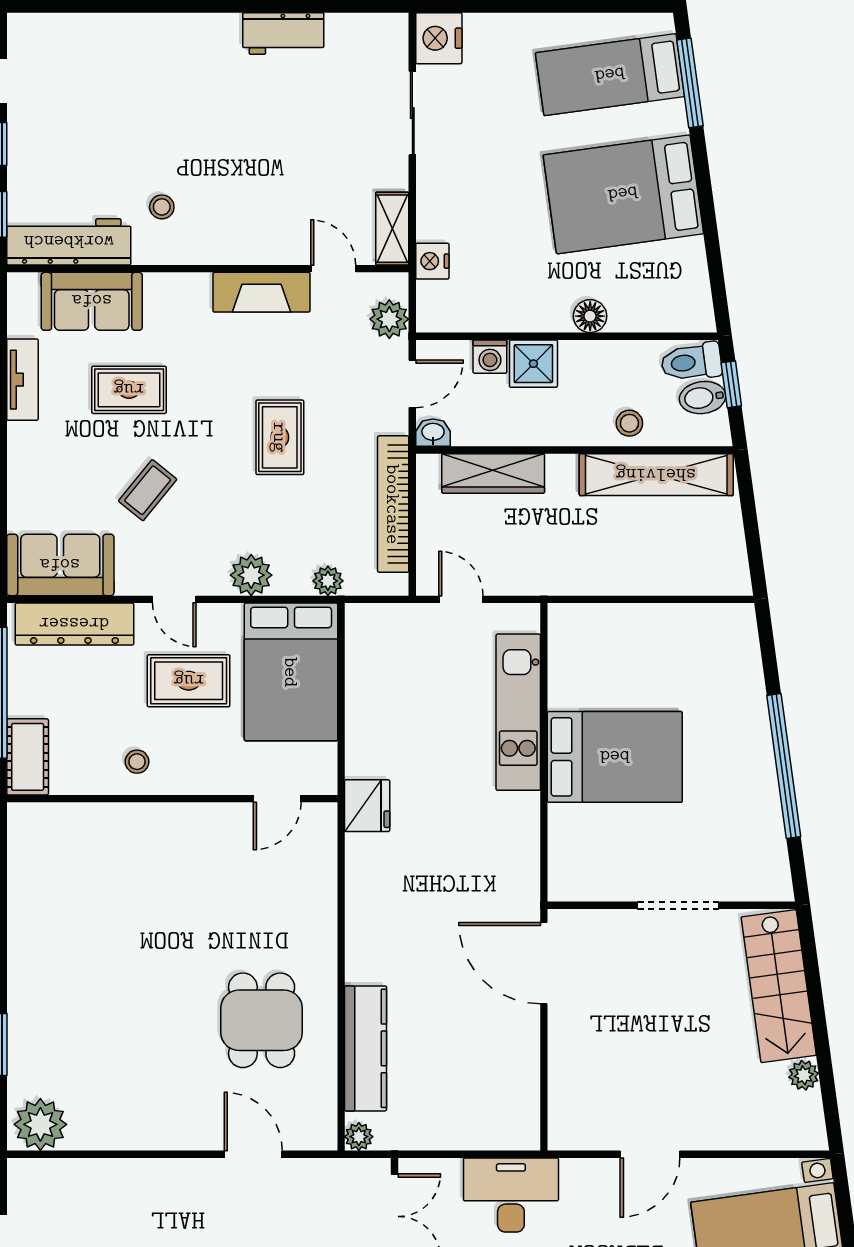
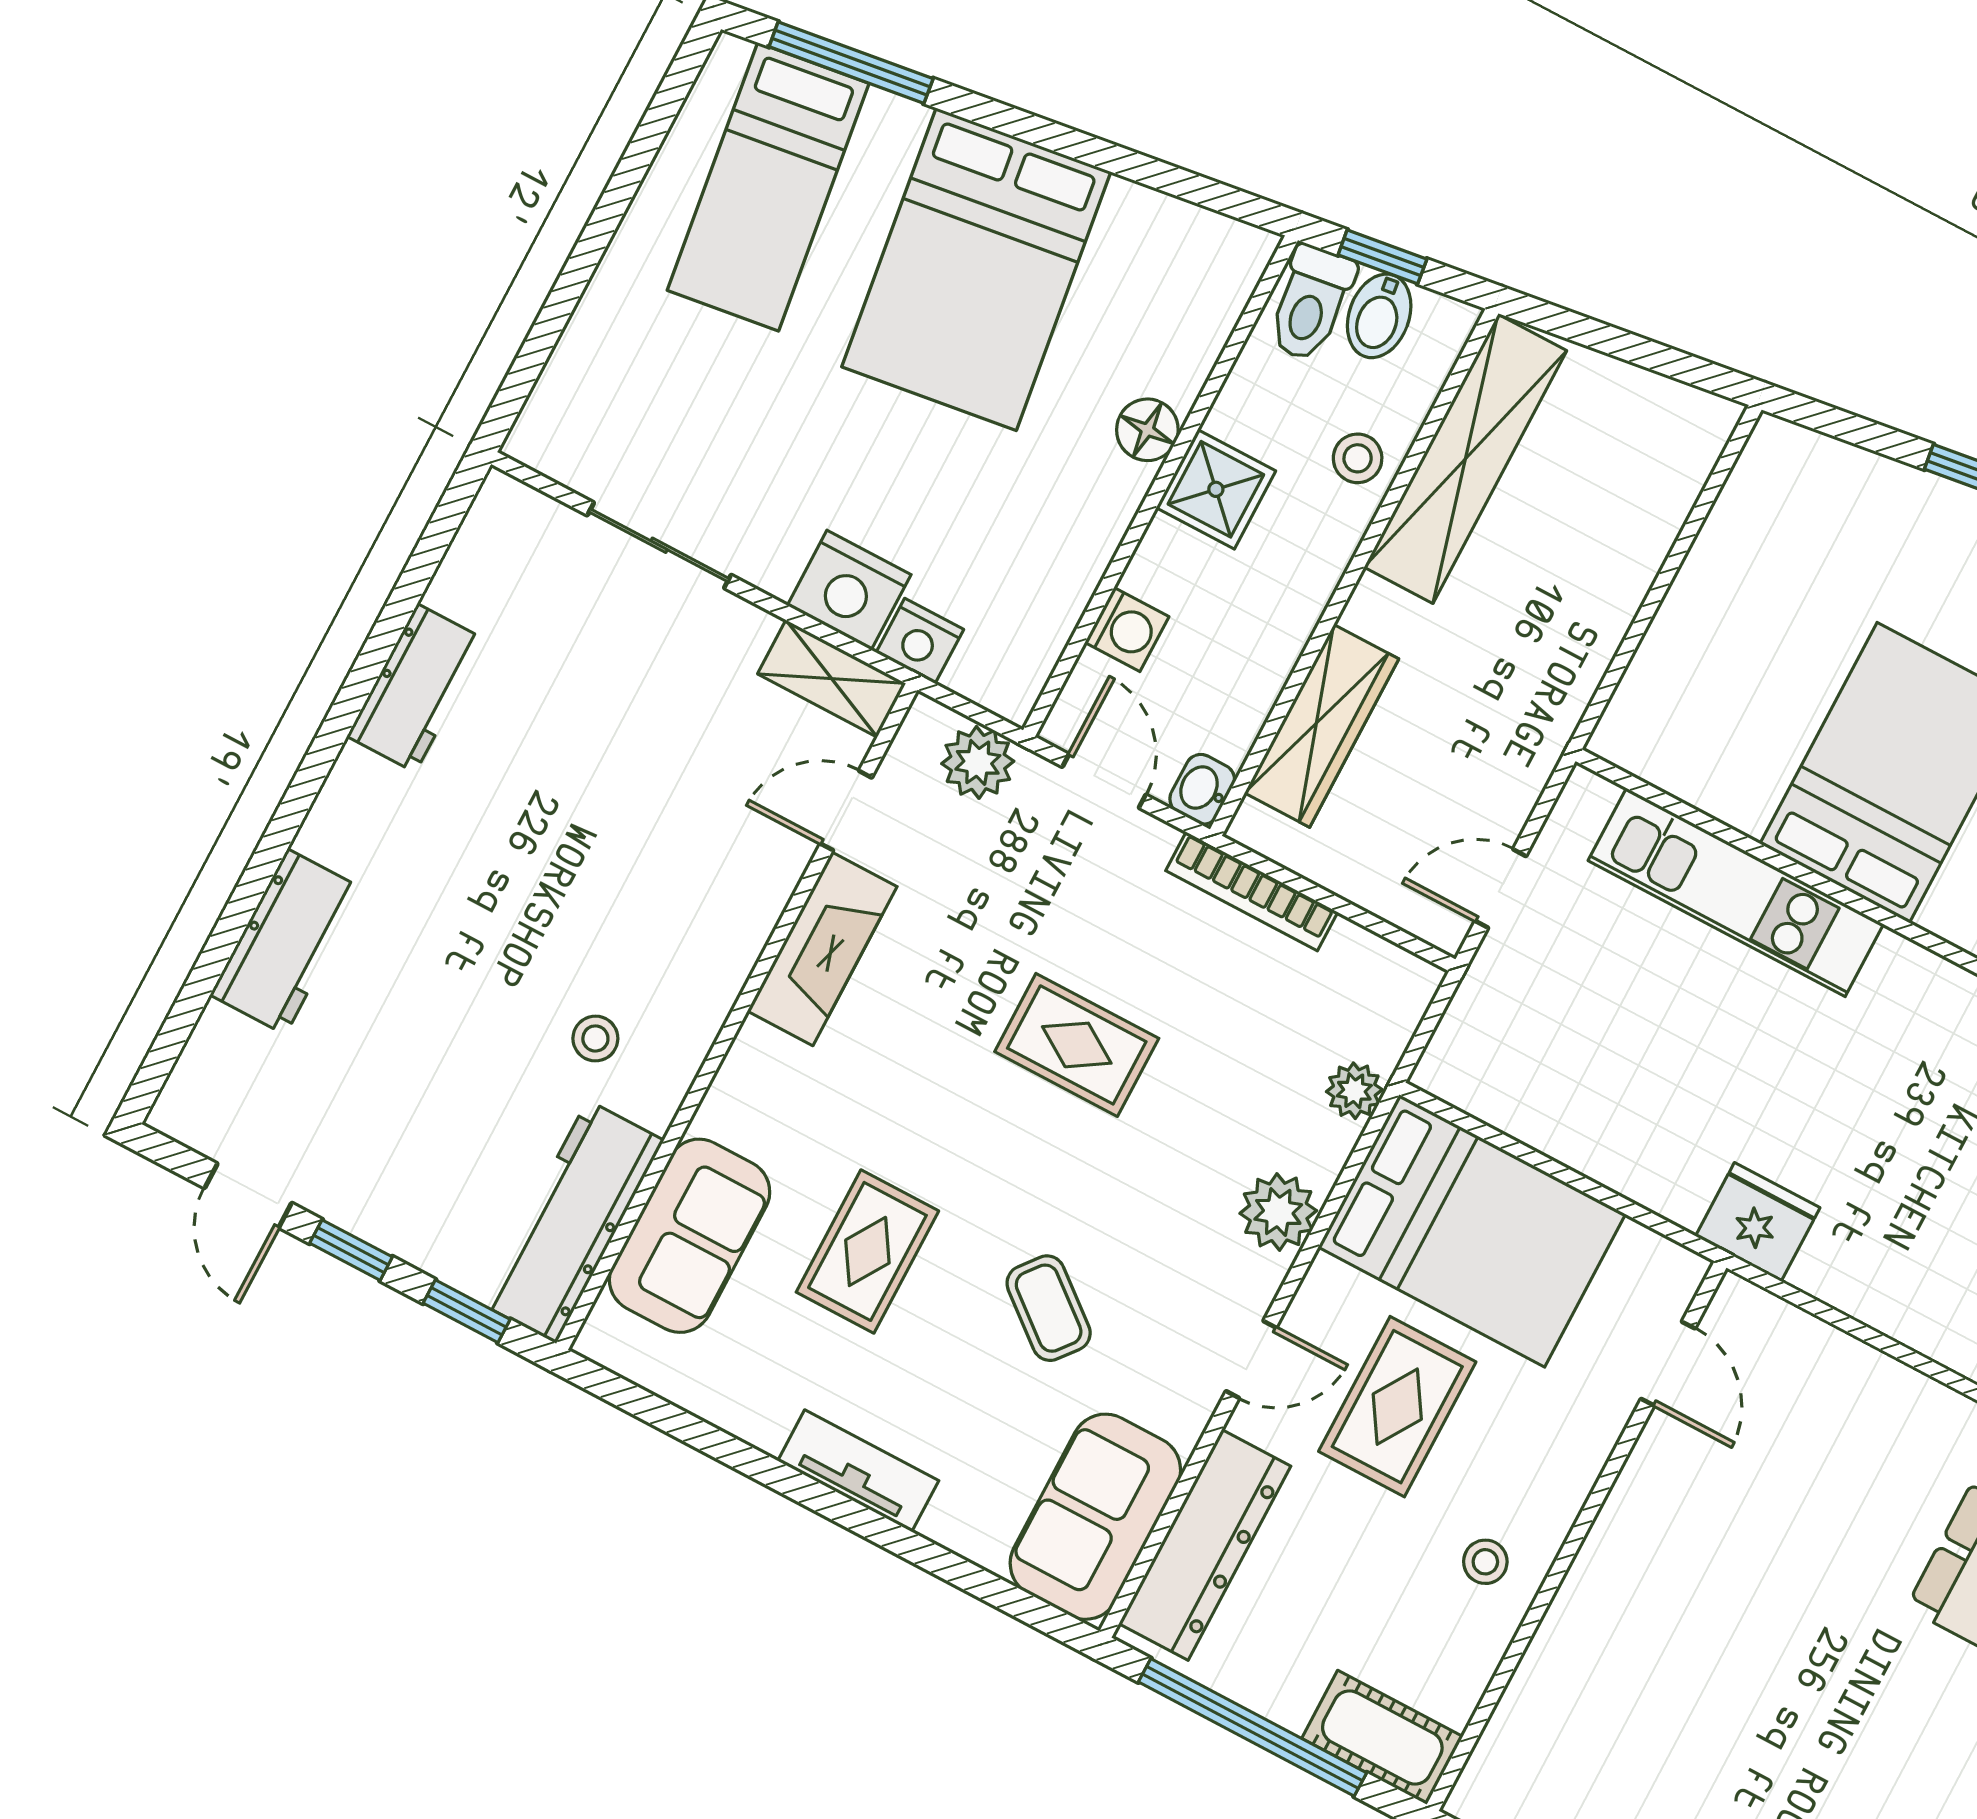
workbench: (130, 36) -> (286, 942), added
nightstand: (439, 38) -> (849, 590), moved
shower: (533, 364) -> (1216, 489), moved
tv unit: (22, 380) -> (858, 1471), moved
bookcase: (393, 504) -> (1252, 891), width x0.68, depth x0.76

